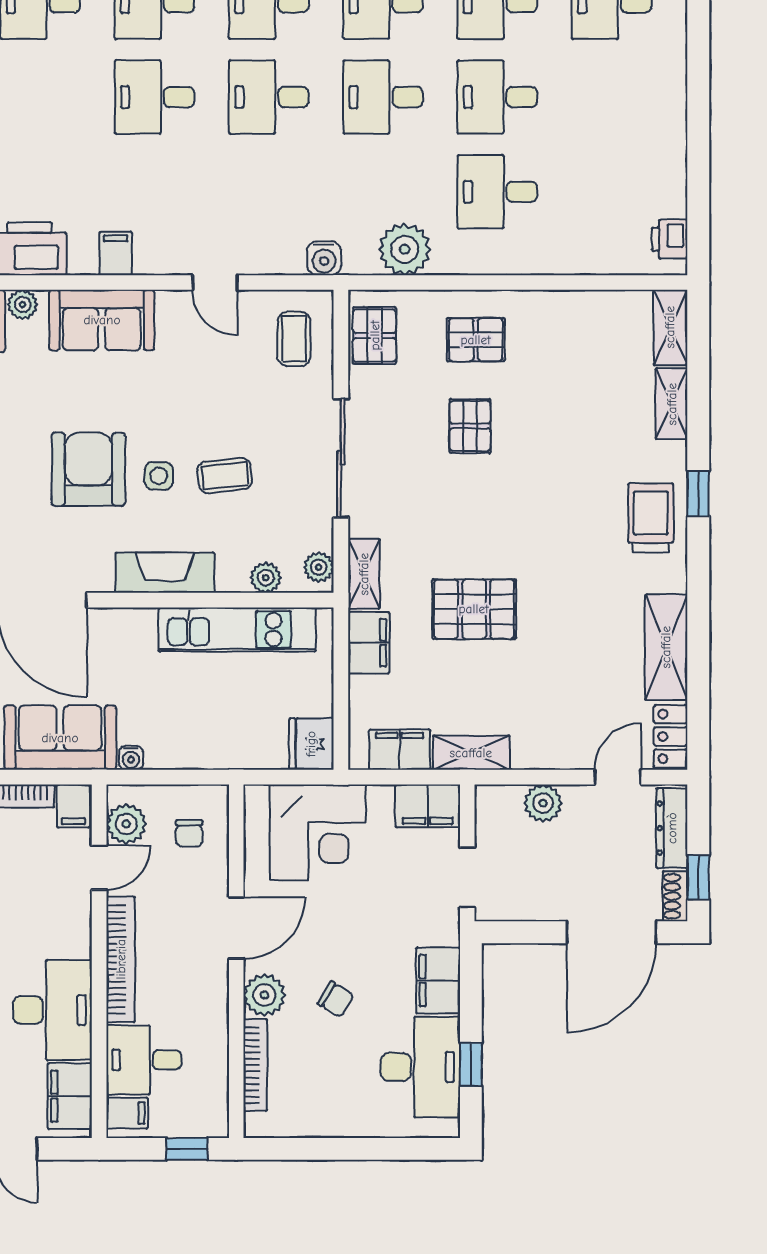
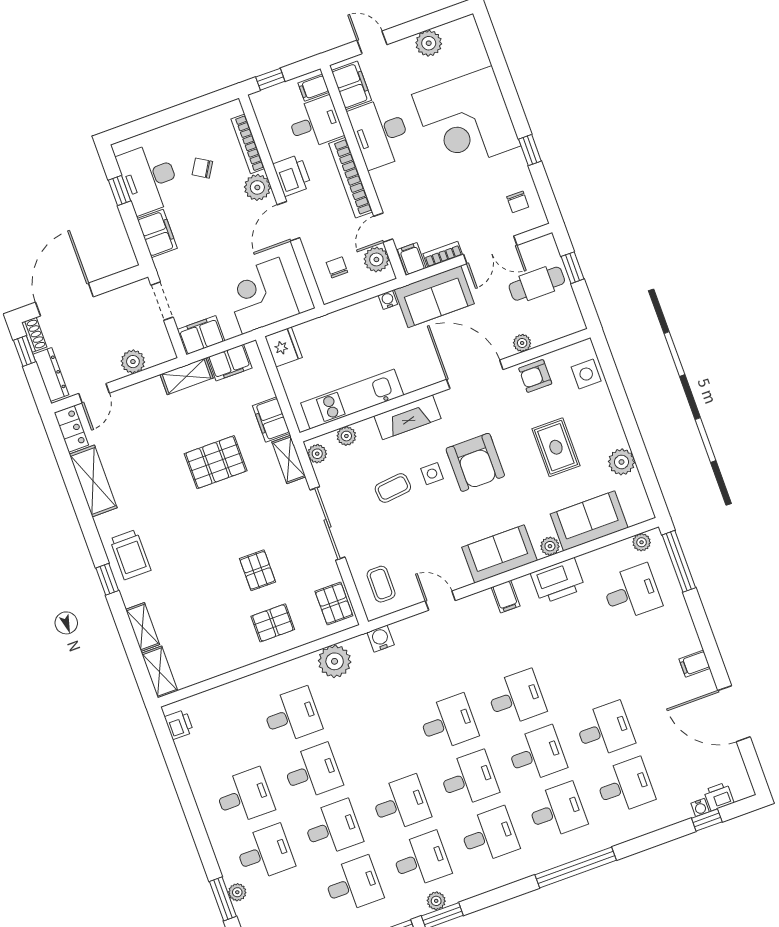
desk: (383, 97) -> (244, 796), moved
printer: (206, 994) -> (292, 175), added
chair: (336, 999) -> (202, 168), moved

